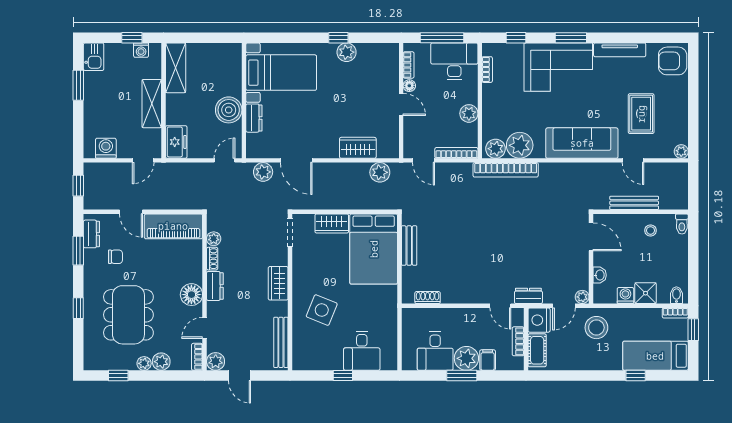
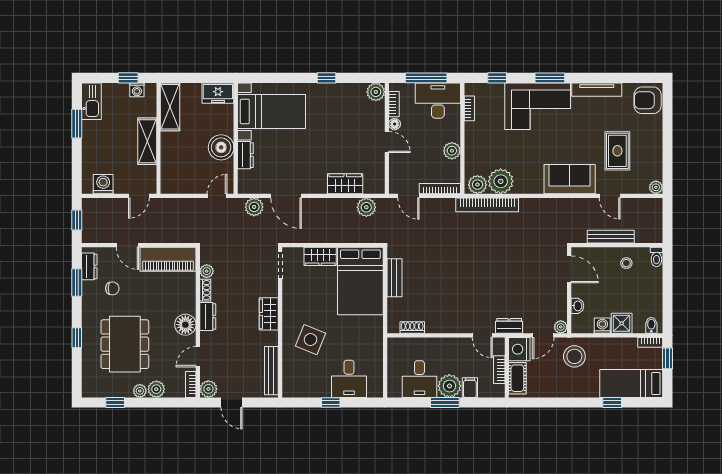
plant: (347, 52) -> (376, 92), moved
kitchen sink: (94, 57) -> (91, 101), width x1.38
freezer: (176, 142) -> (218, 93), moved, turned 90
sofa: (582, 143) -> (570, 179), width x0.73

